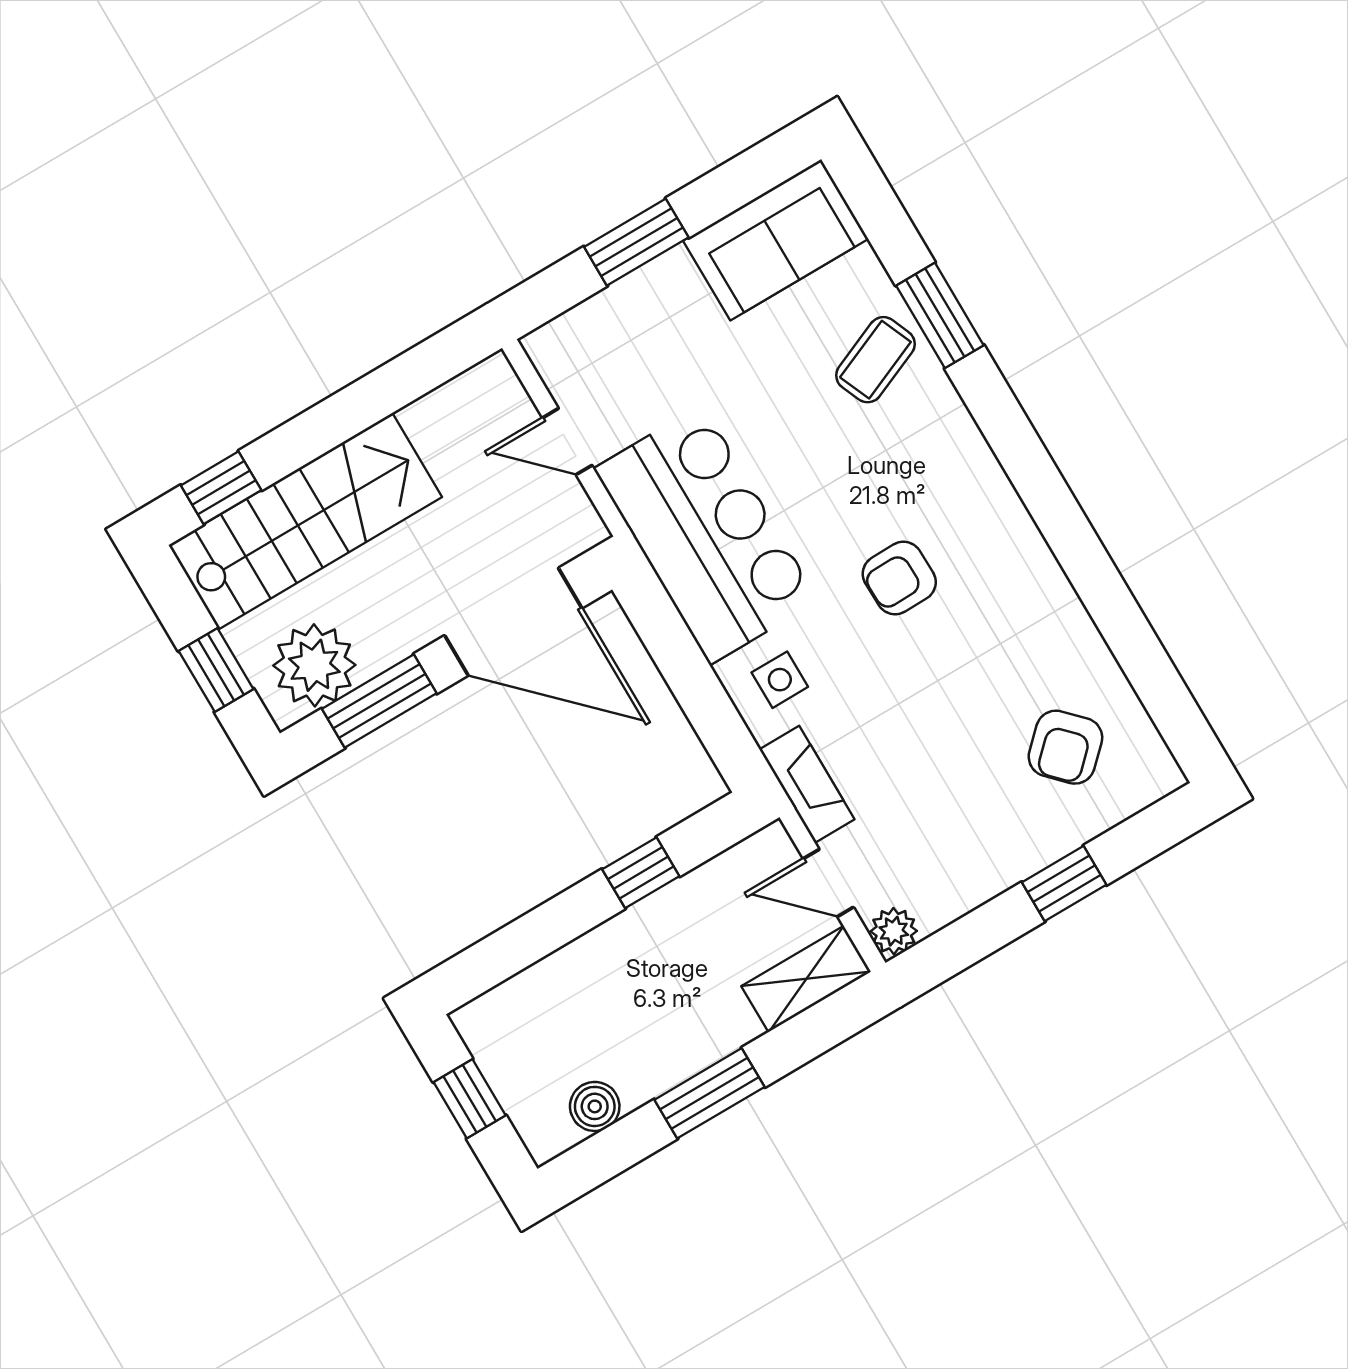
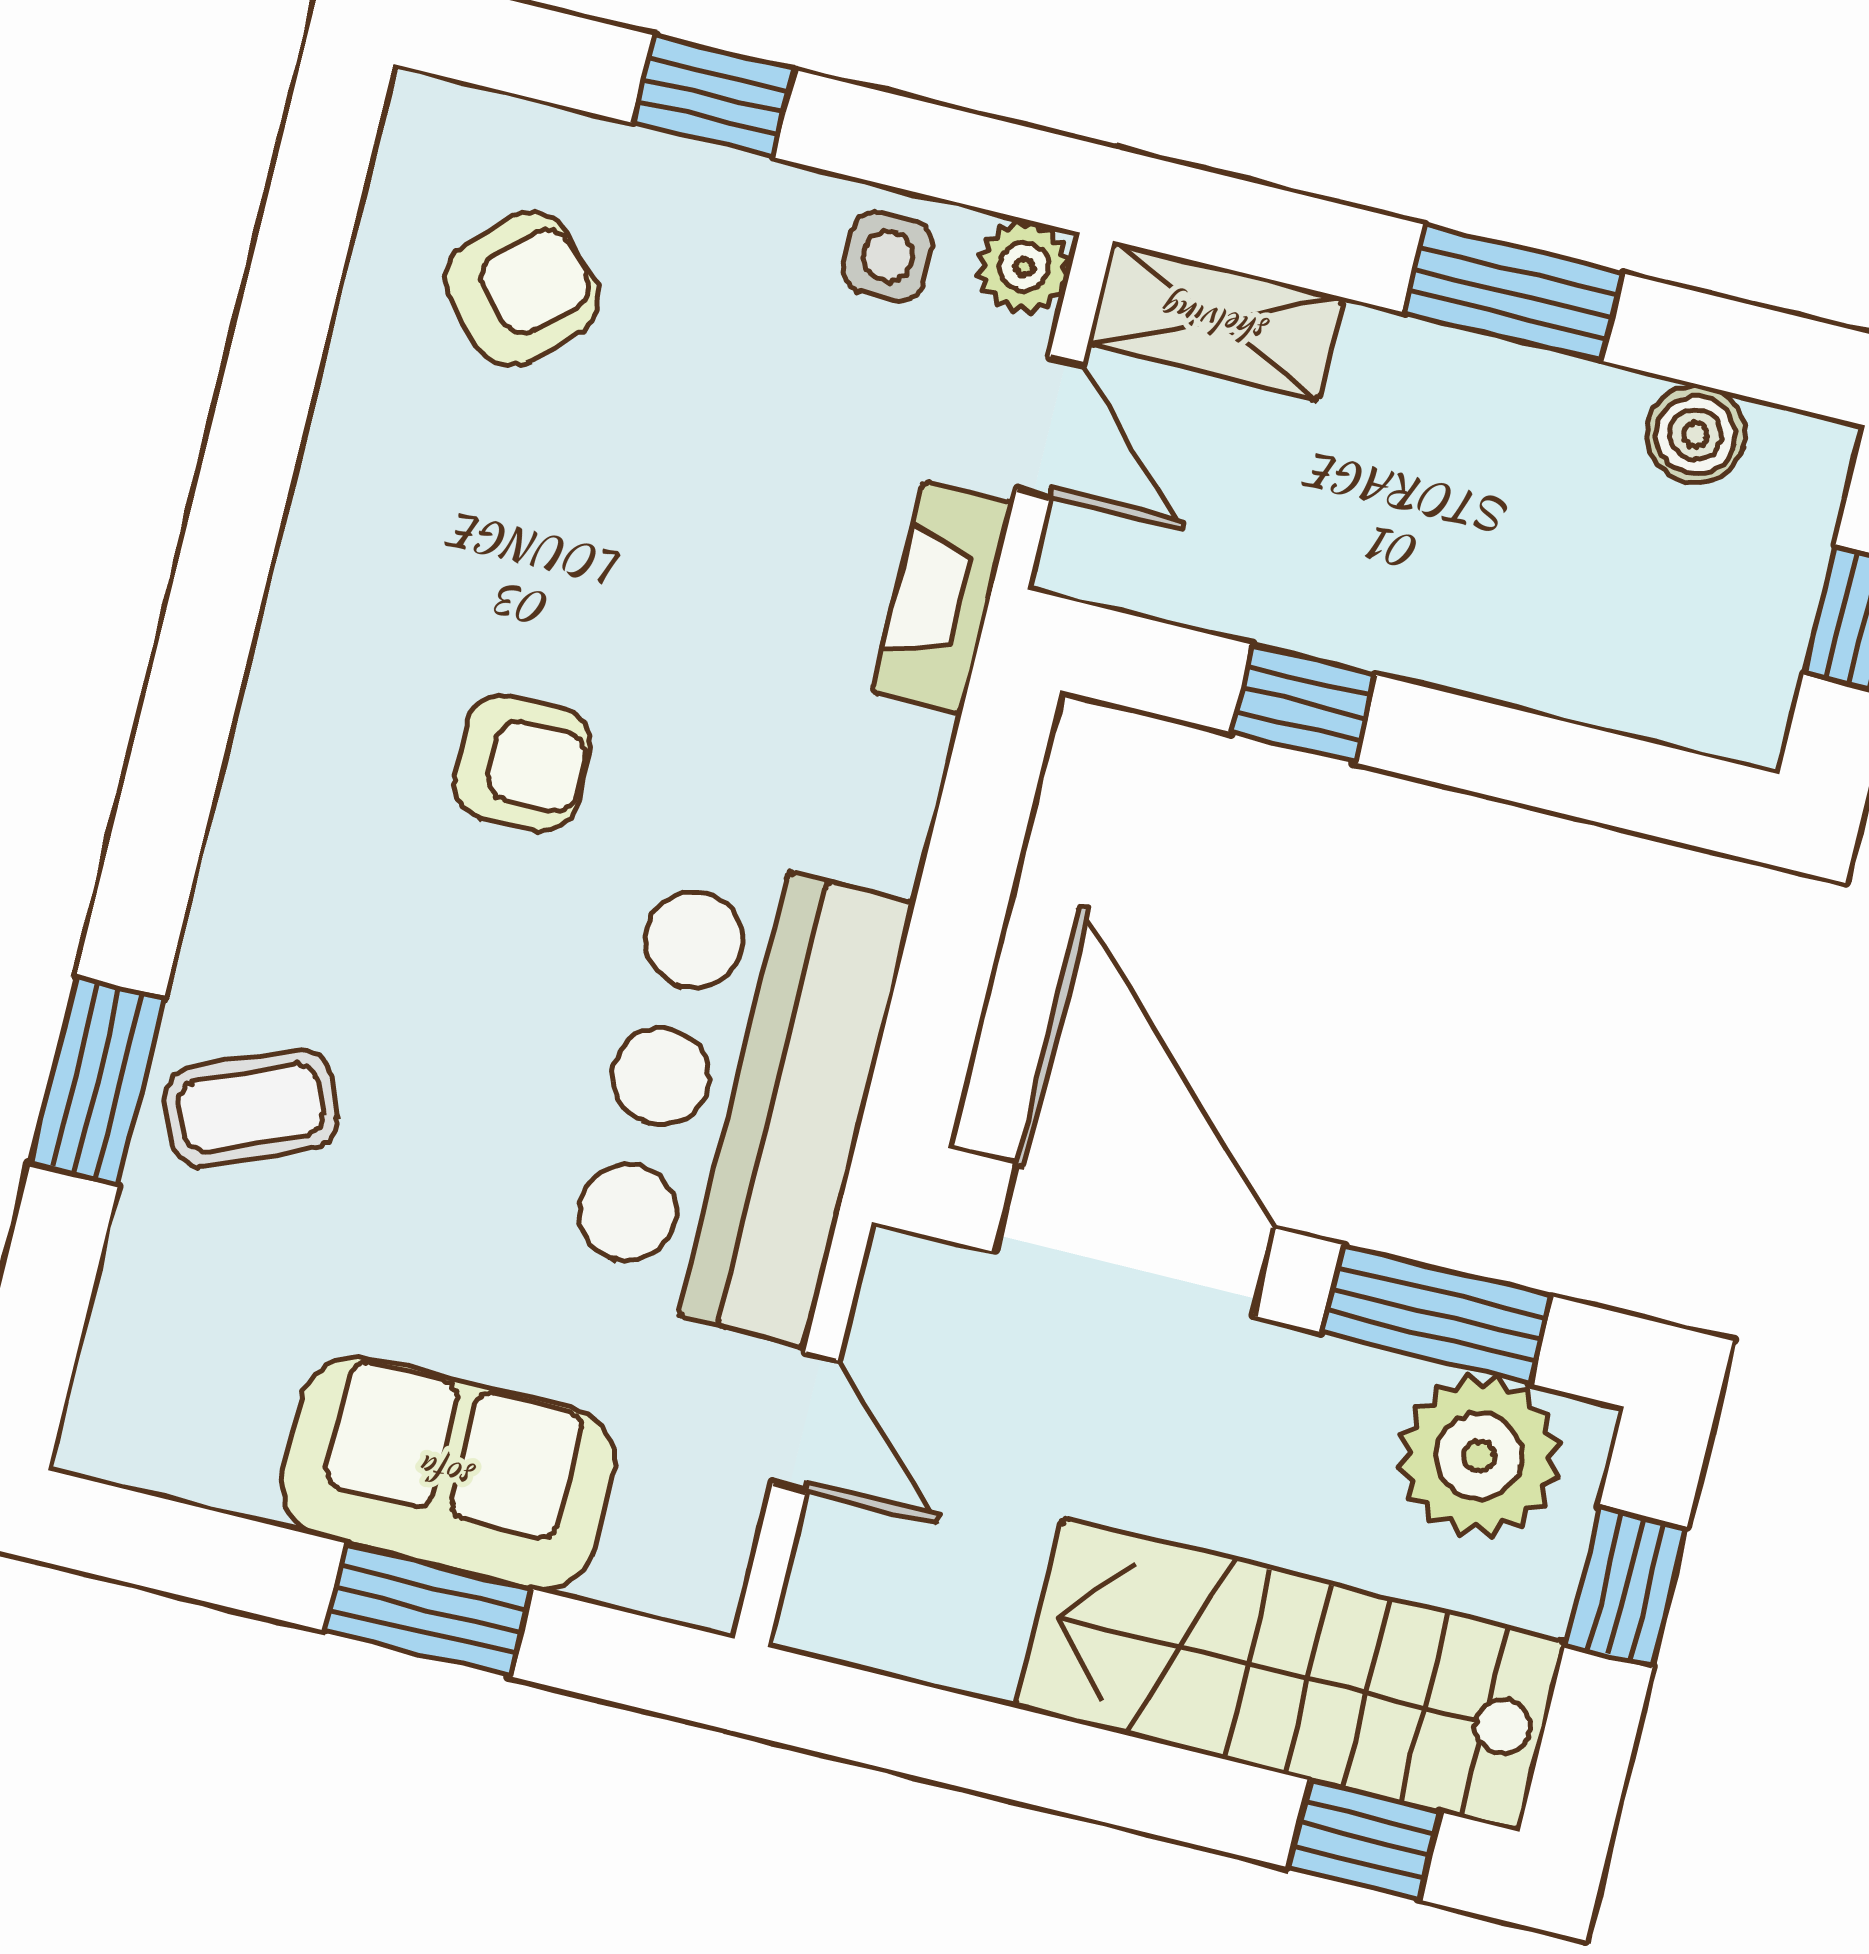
sofa: (776, 240) -> (448, 1473), moved
side table: (780, 680) -> (888, 256), moved

